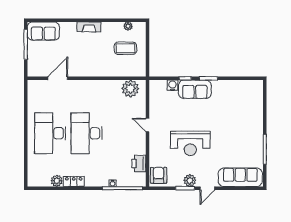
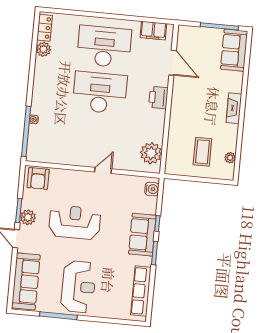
water cooler: (172, 85) -> (152, 189), moved
row of seats: (239, 86) -> (141, 291), added
filing cabinet: (34, 96) -> (153, 31), added
reception desk: (241, 136) -> (78, 287), added
reception desk: (190, 143) -> (75, 222), turned 90
printer: (139, 164) -> (158, 98), moved, turned -90
armchair: (159, 175) -> (38, 178), turned 90
locker: (74, 181) -> (45, 28), moved

